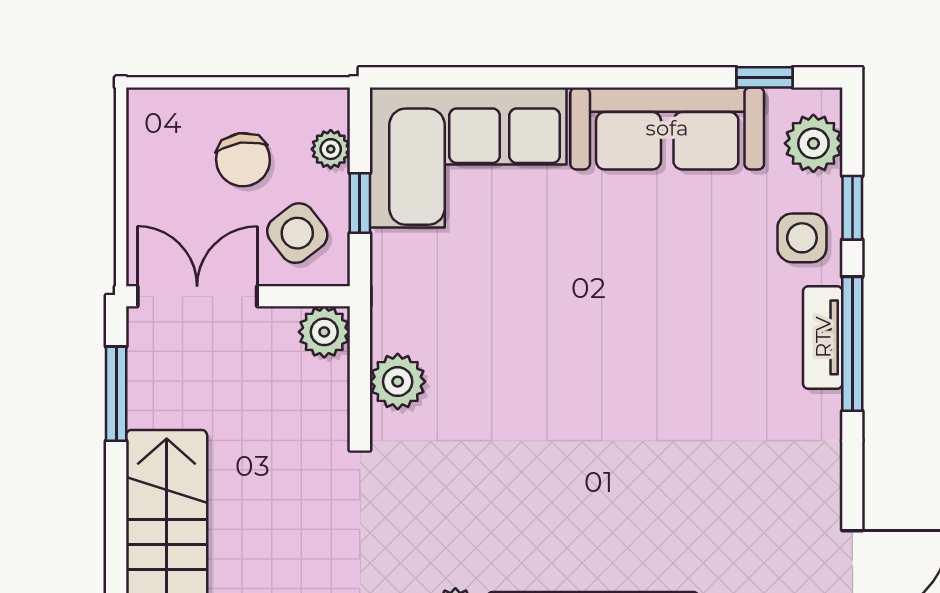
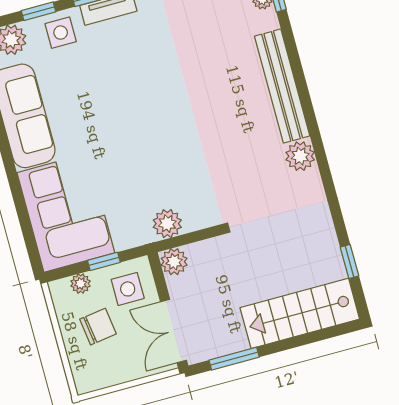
side table: (297, 233) -> (128, 289), turned 38
plant: (398, 382) -> (167, 224), moved

